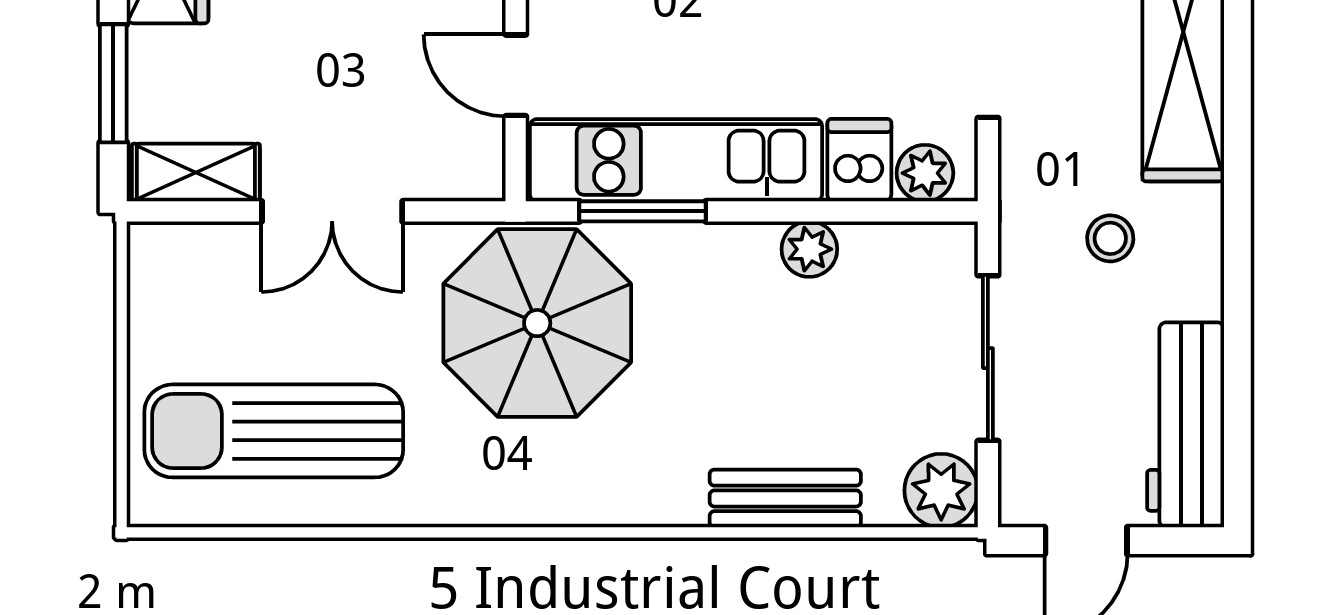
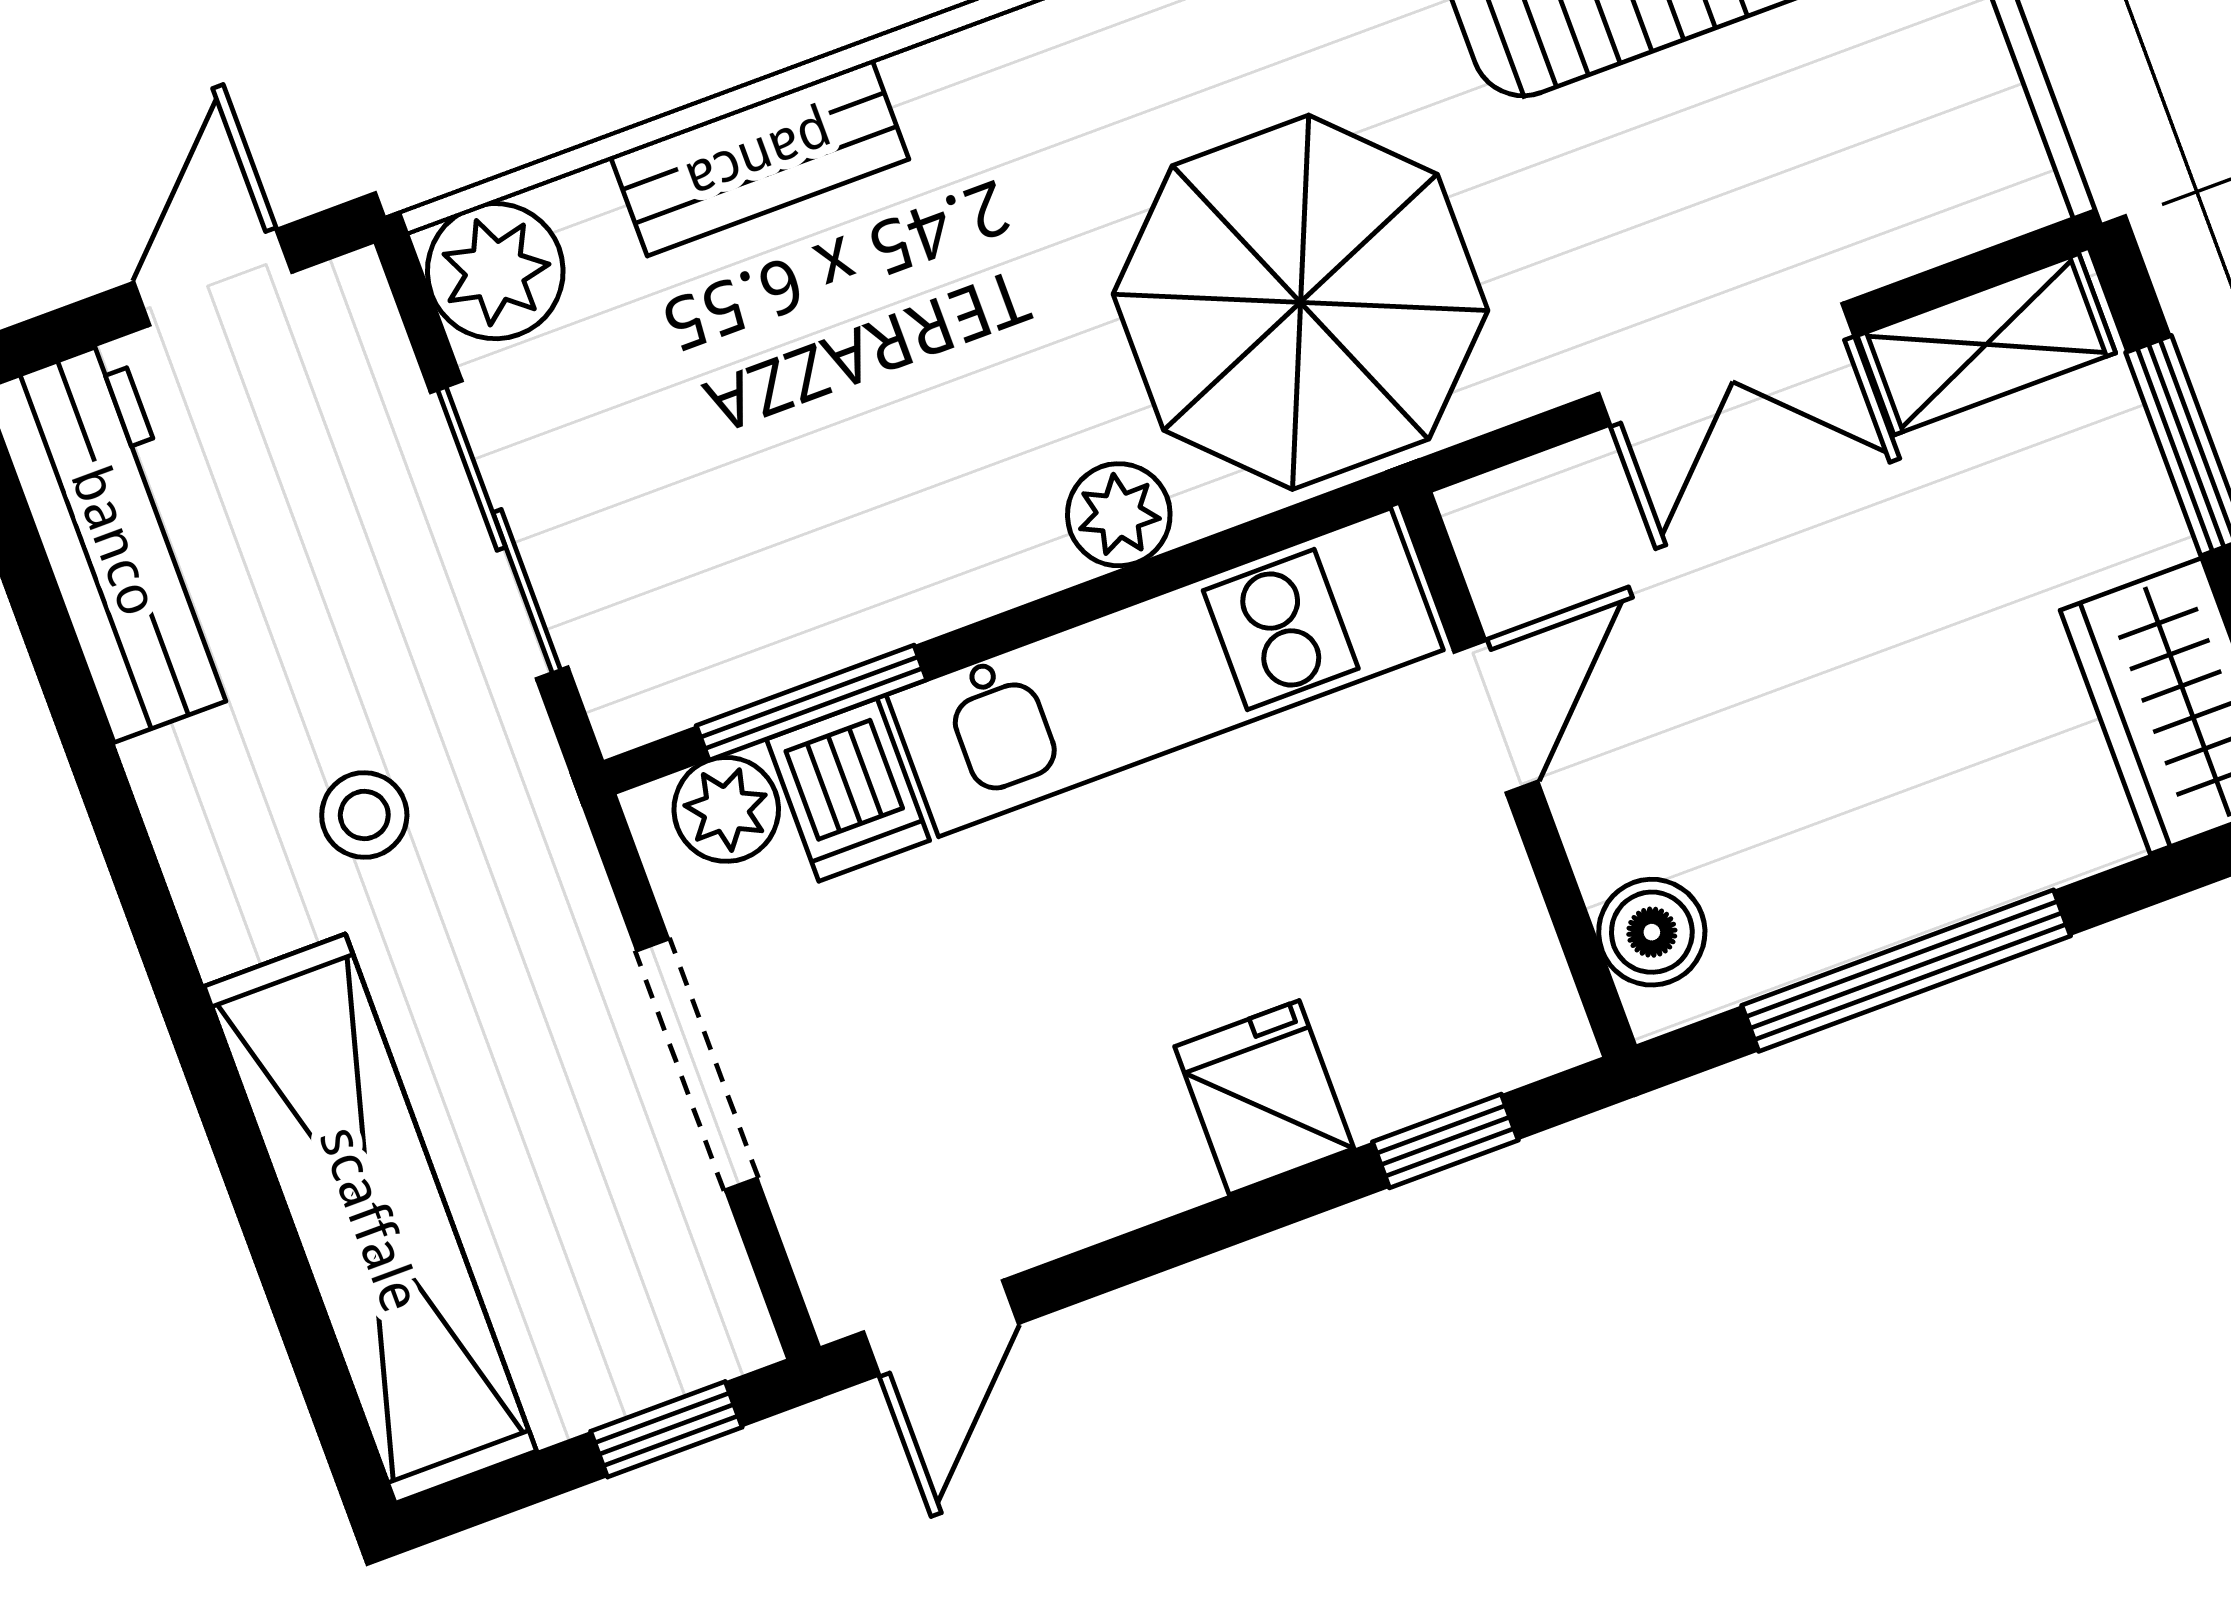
door: (516, 75) -> (1496, 717), hinge flipped
double door: (332, 211) -> (1726, 364), swing flipped
window: (643, 211) -> (812, 703), moved
plant: (809, 249) -> (1119, 515), moved

